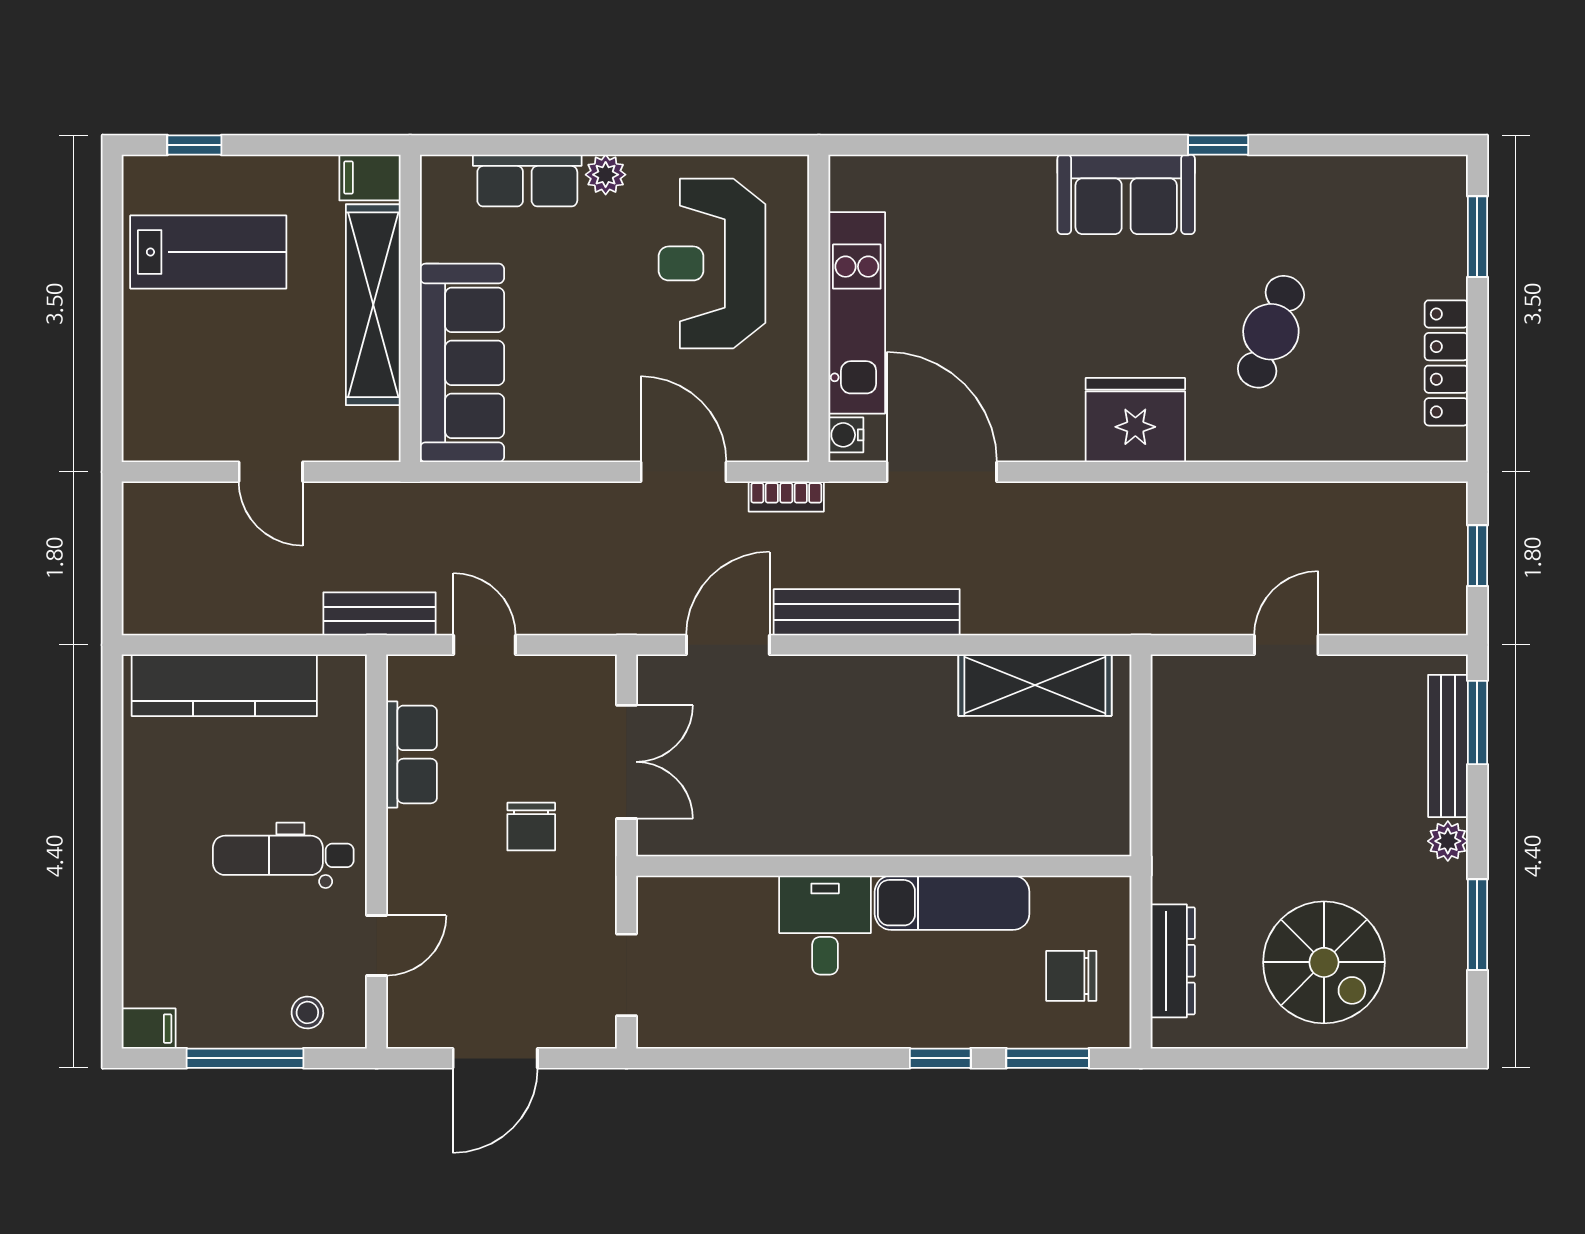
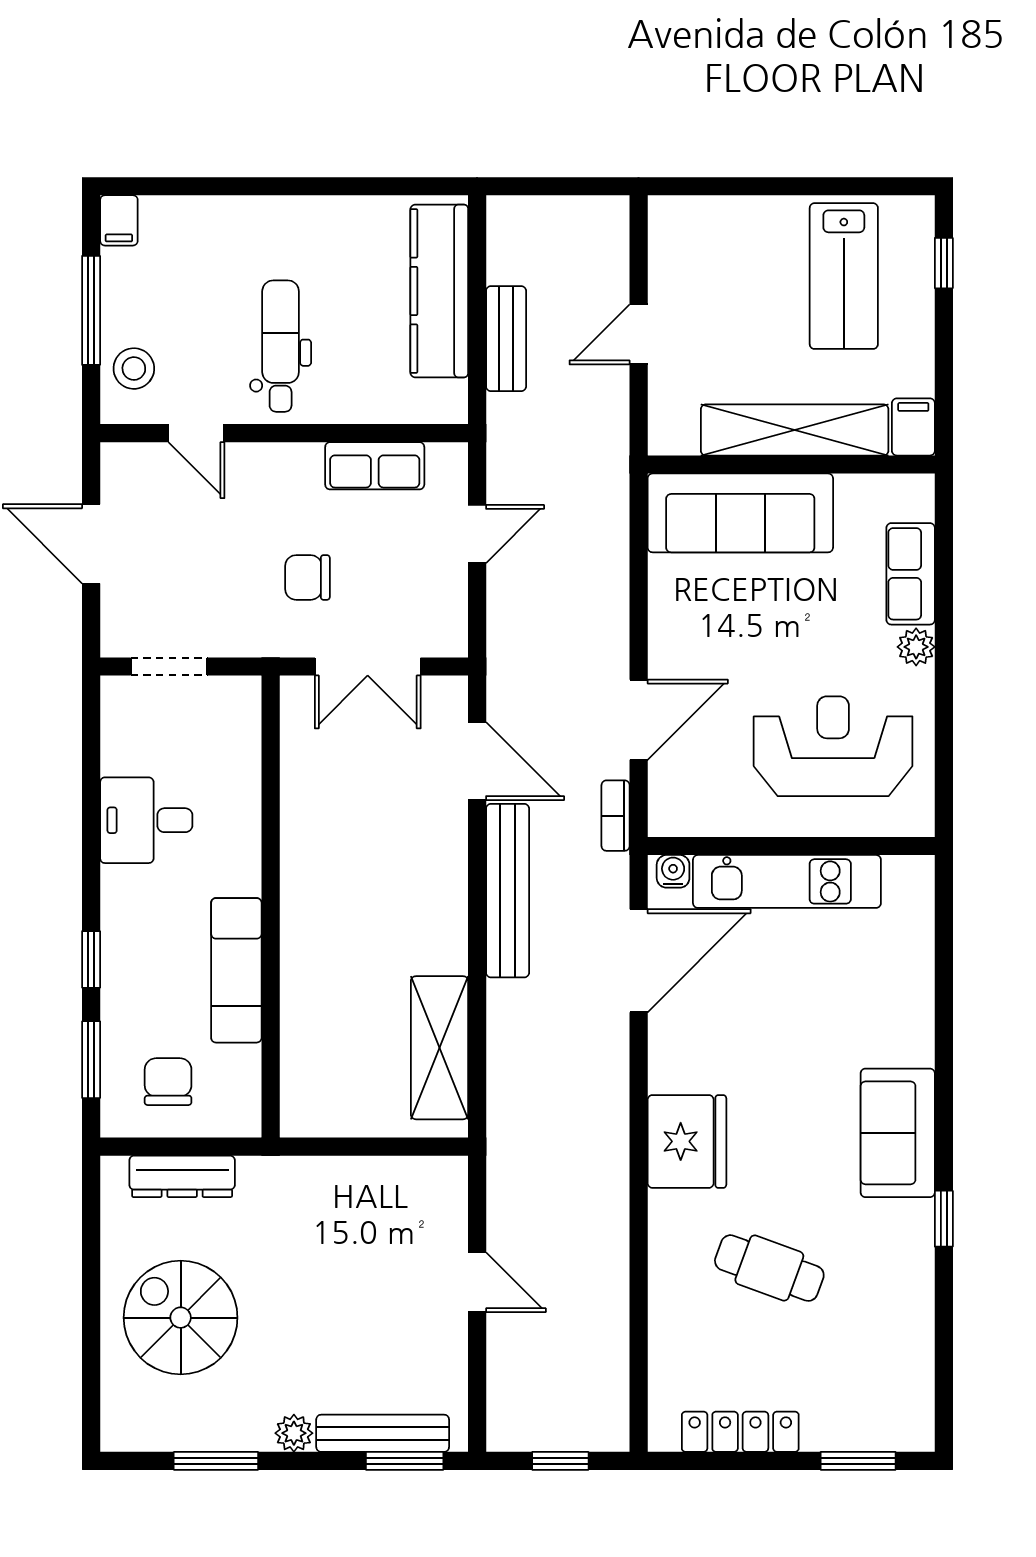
bench: (380, 614) -> (506, 339), moved
desk: (825, 925) -> (146, 820), moved, turned 180
spiral stairs: (1324, 962) -> (181, 1318), turned 90
stool: (307, 1012) -> (134, 369), width x1.37, depth x1.37

